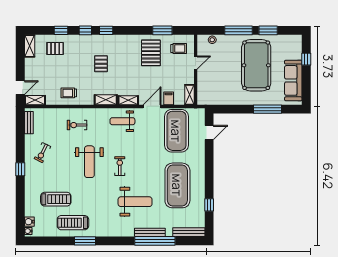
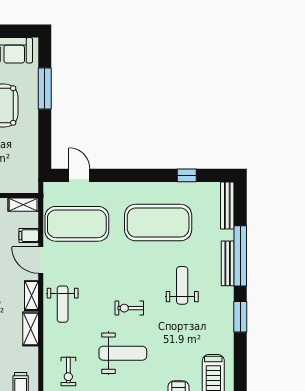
weight bench: (135, 202) -> (182, 285), width x0.73, depth x0.75
window: (85, 241) -> (240, 317), moved

